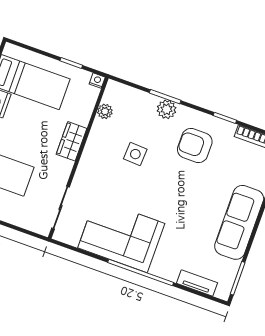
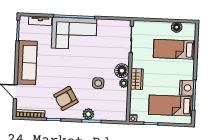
plant: (105, 111) -> (124, 83), moved
armchair: (195, 146) -> (66, 98), turned 149
floor lamp: (91, 162) -> (122, 71), added
corner sofa: (121, 236) -> (74, 33), moved

